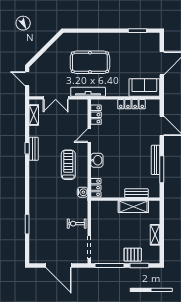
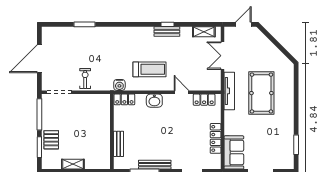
shelving: (133, 207) -> (104, 141), removed

